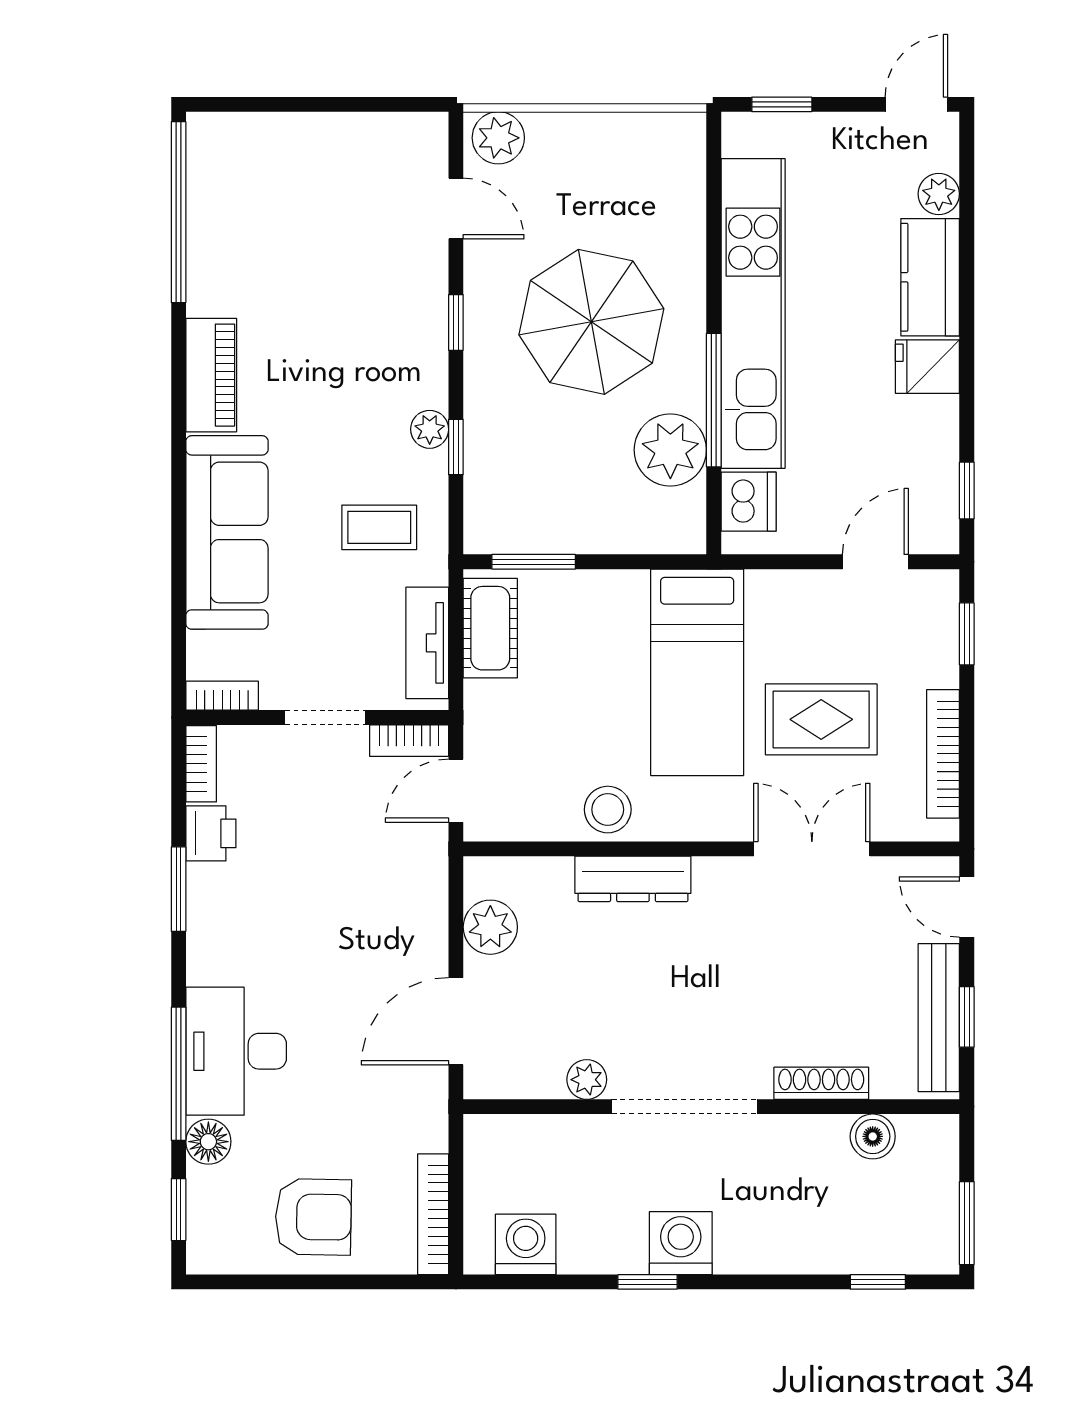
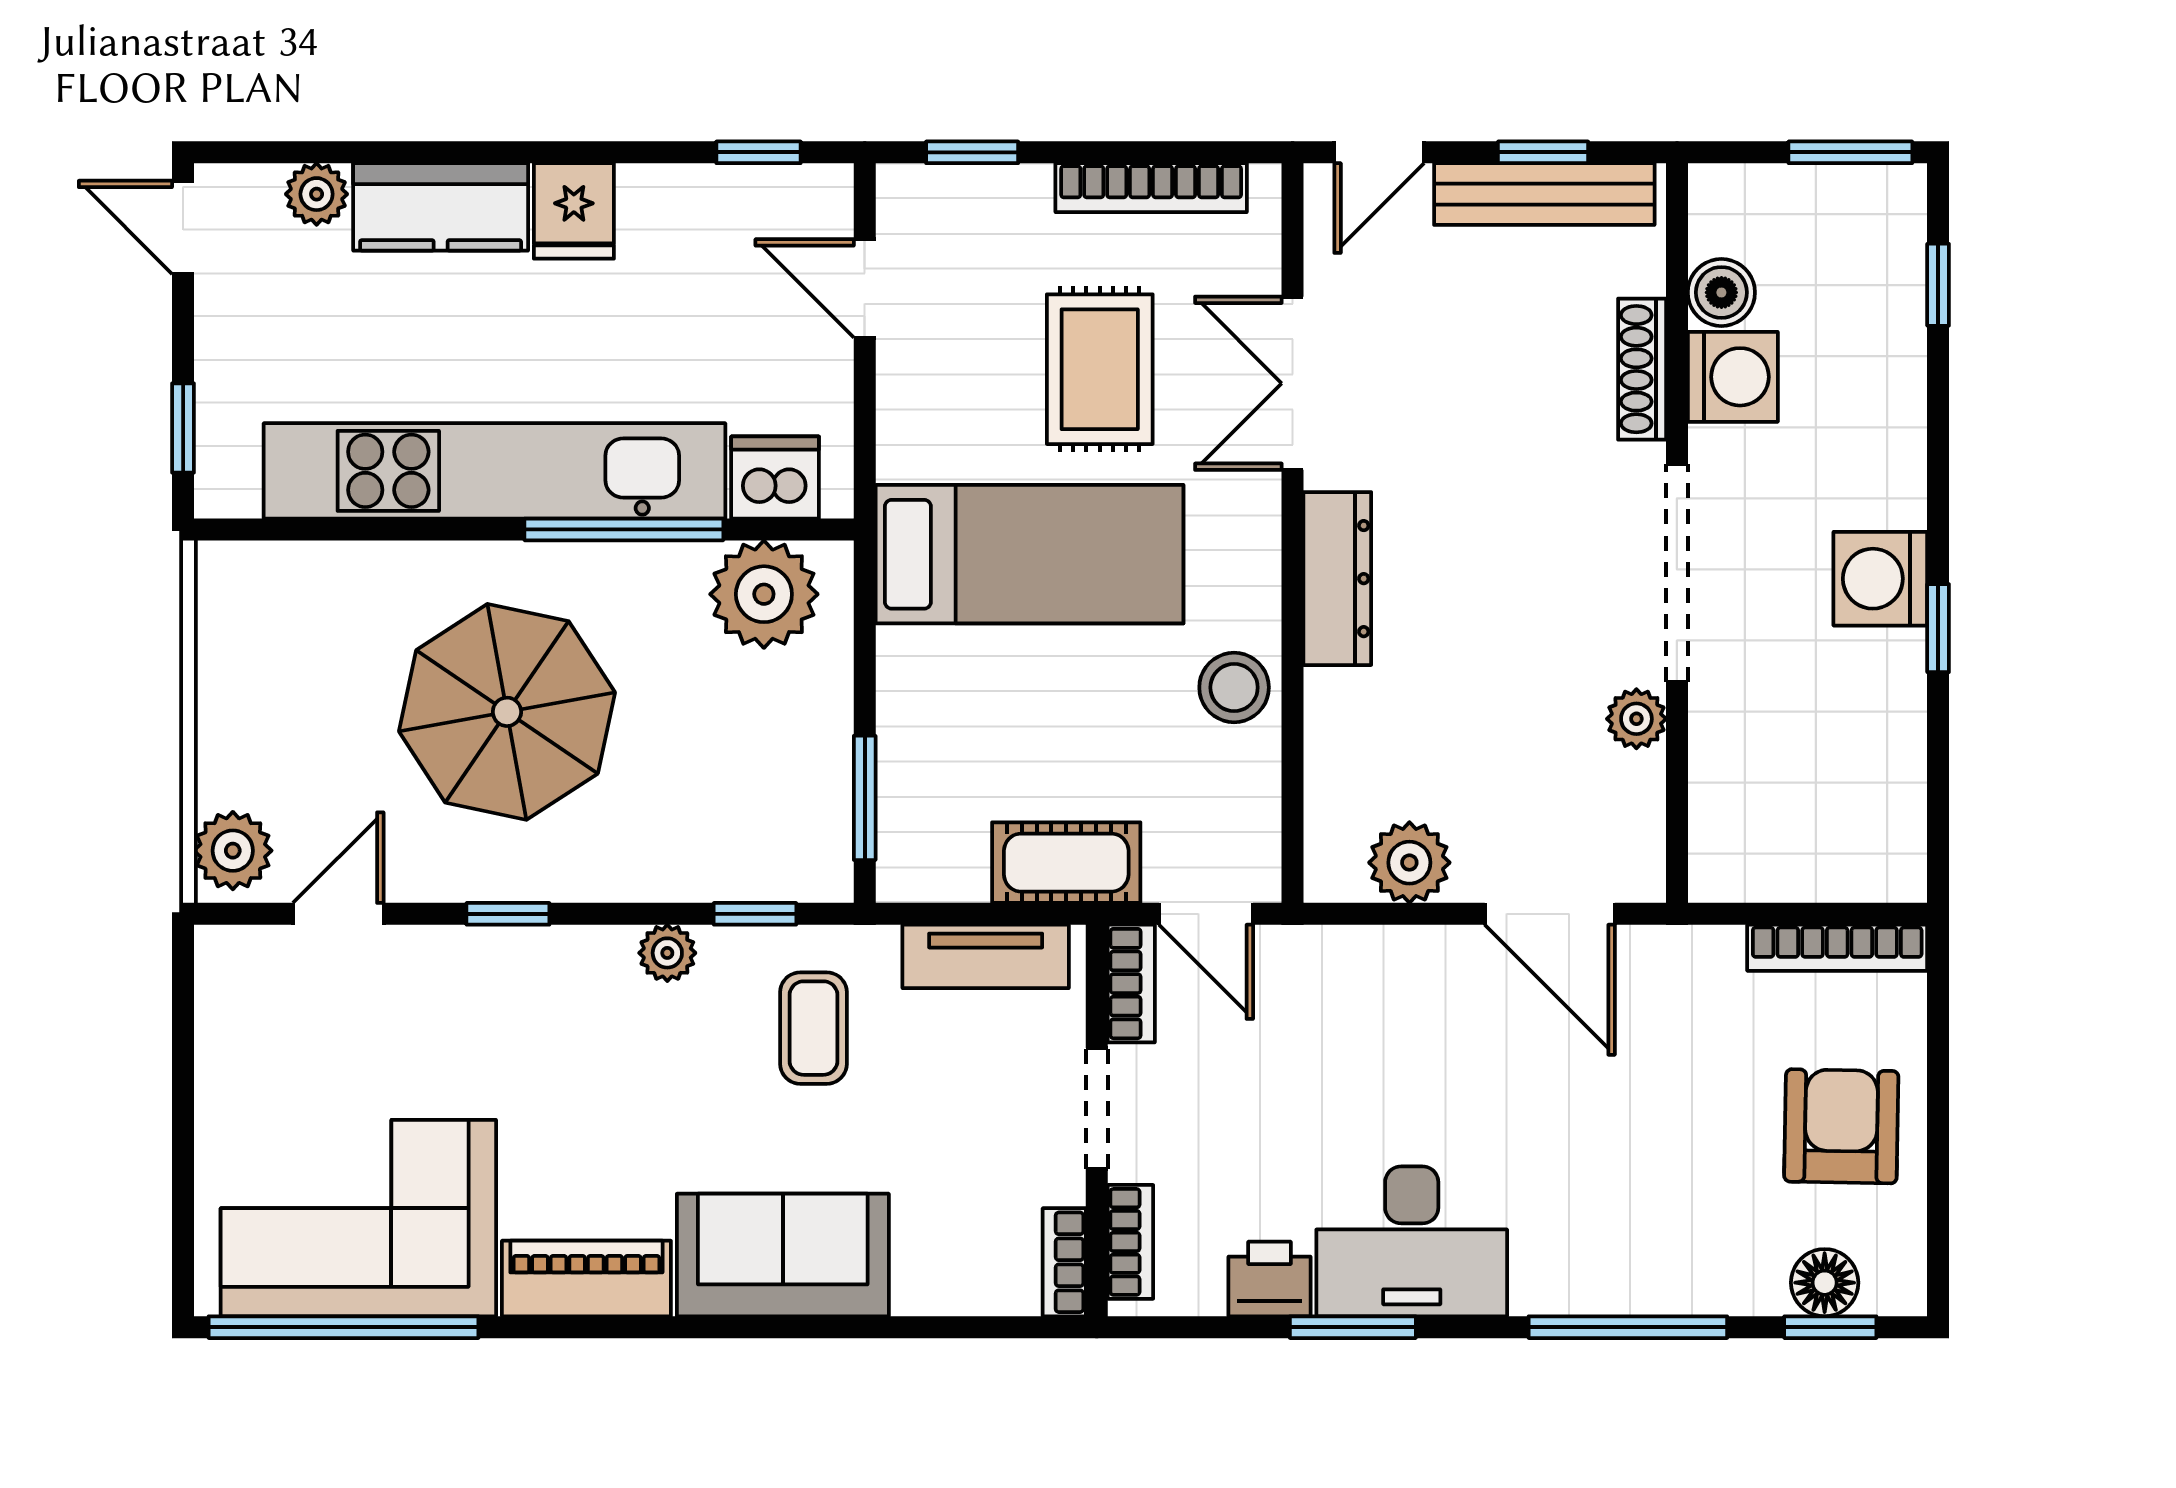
corner sofa: (252, 222) -> (358, 1218), added
window: (456, 447) -> (755, 914), moved
plant: (670, 450) -> (764, 594), moved
sofa: (227, 532) -> (783, 1255), width x0.73
cot: (490, 628) -> (1066, 863), moved
bookcase: (201, 764) -> (1130, 1242), moved, turned 90
dresser: (633, 879) -> (1337, 579), moved
desk: (236, 1051) -> (1412, 1241), moved
floor lamp: (208, 1142) -> (1825, 1283), moved
washing machine: (526, 1244) -> (1733, 377), moved, turned 180

